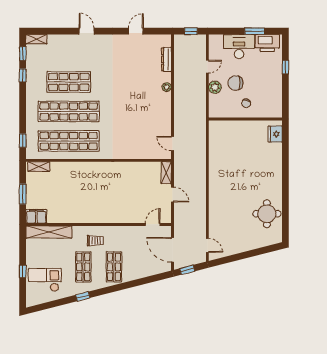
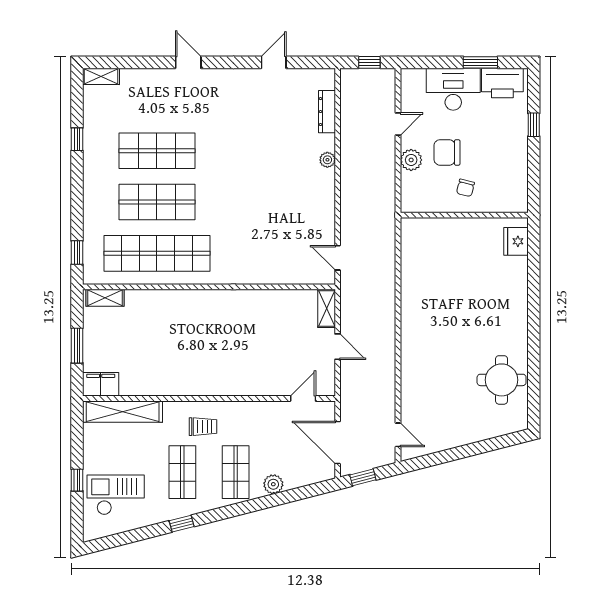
window: (23, 54) -> (77, 102), removed
shop shelf: (69, 111) -> (157, 202), width x0.71
plant: (136, 274) -> (273, 484), added

